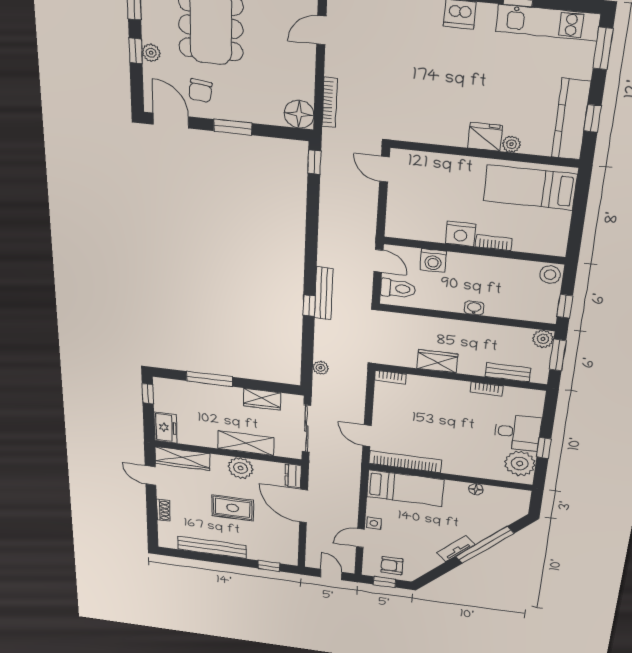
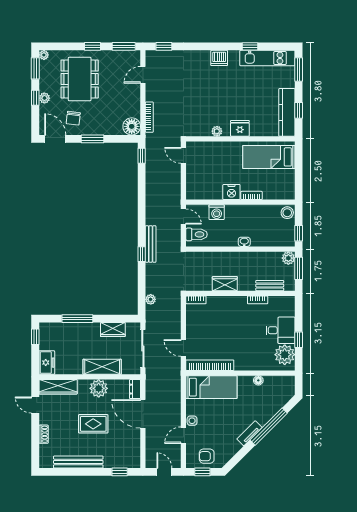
plant: (511, 144) -> (217, 131), moved

